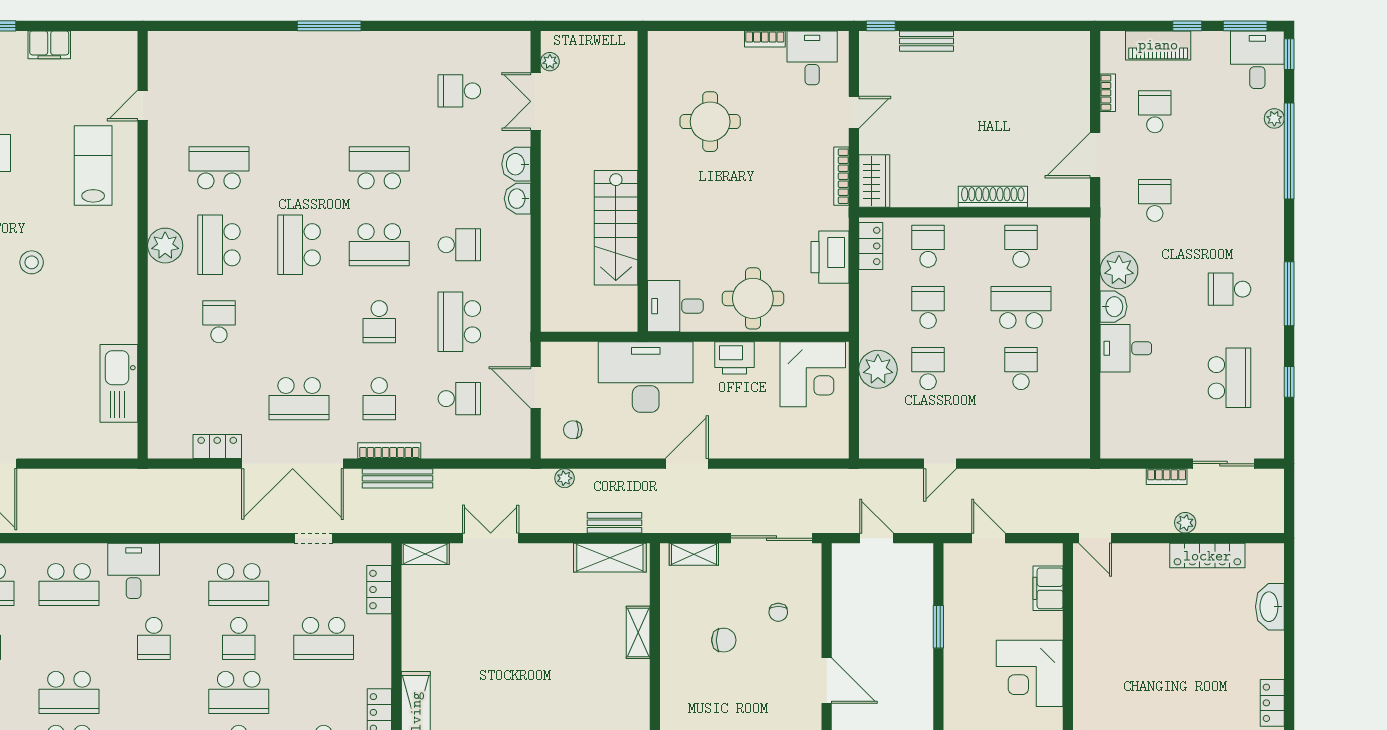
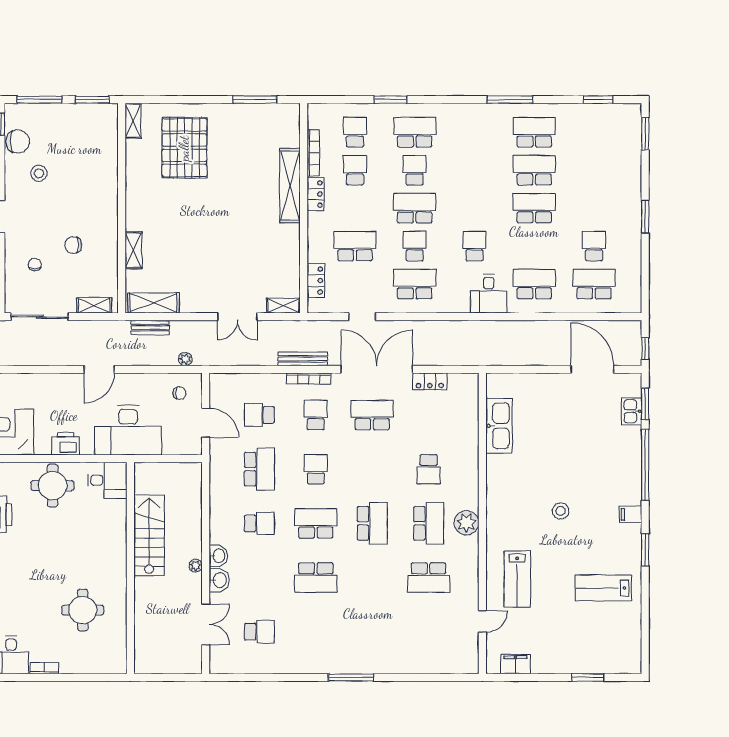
filing cabinet: (49, 45) -> (515, 664), moved
plant: (550, 62) -> (196, 566), moved
school desk: (459, 245) -> (259, 523), turned 180

